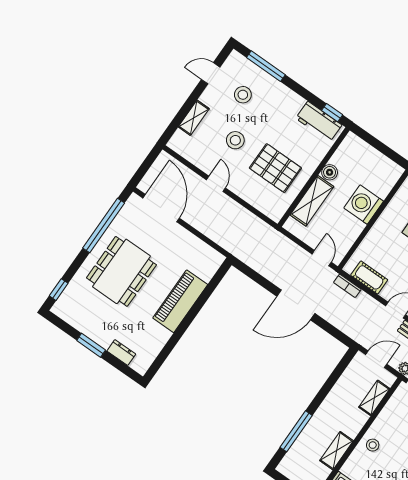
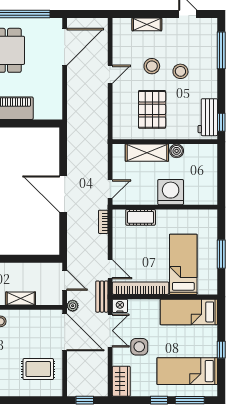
stool: (243, 95) -> (180, 71), moved
cot: (369, 277) -> (141, 217), moved, turned 90
shelving: (374, 398) -> (21, 298), moved

